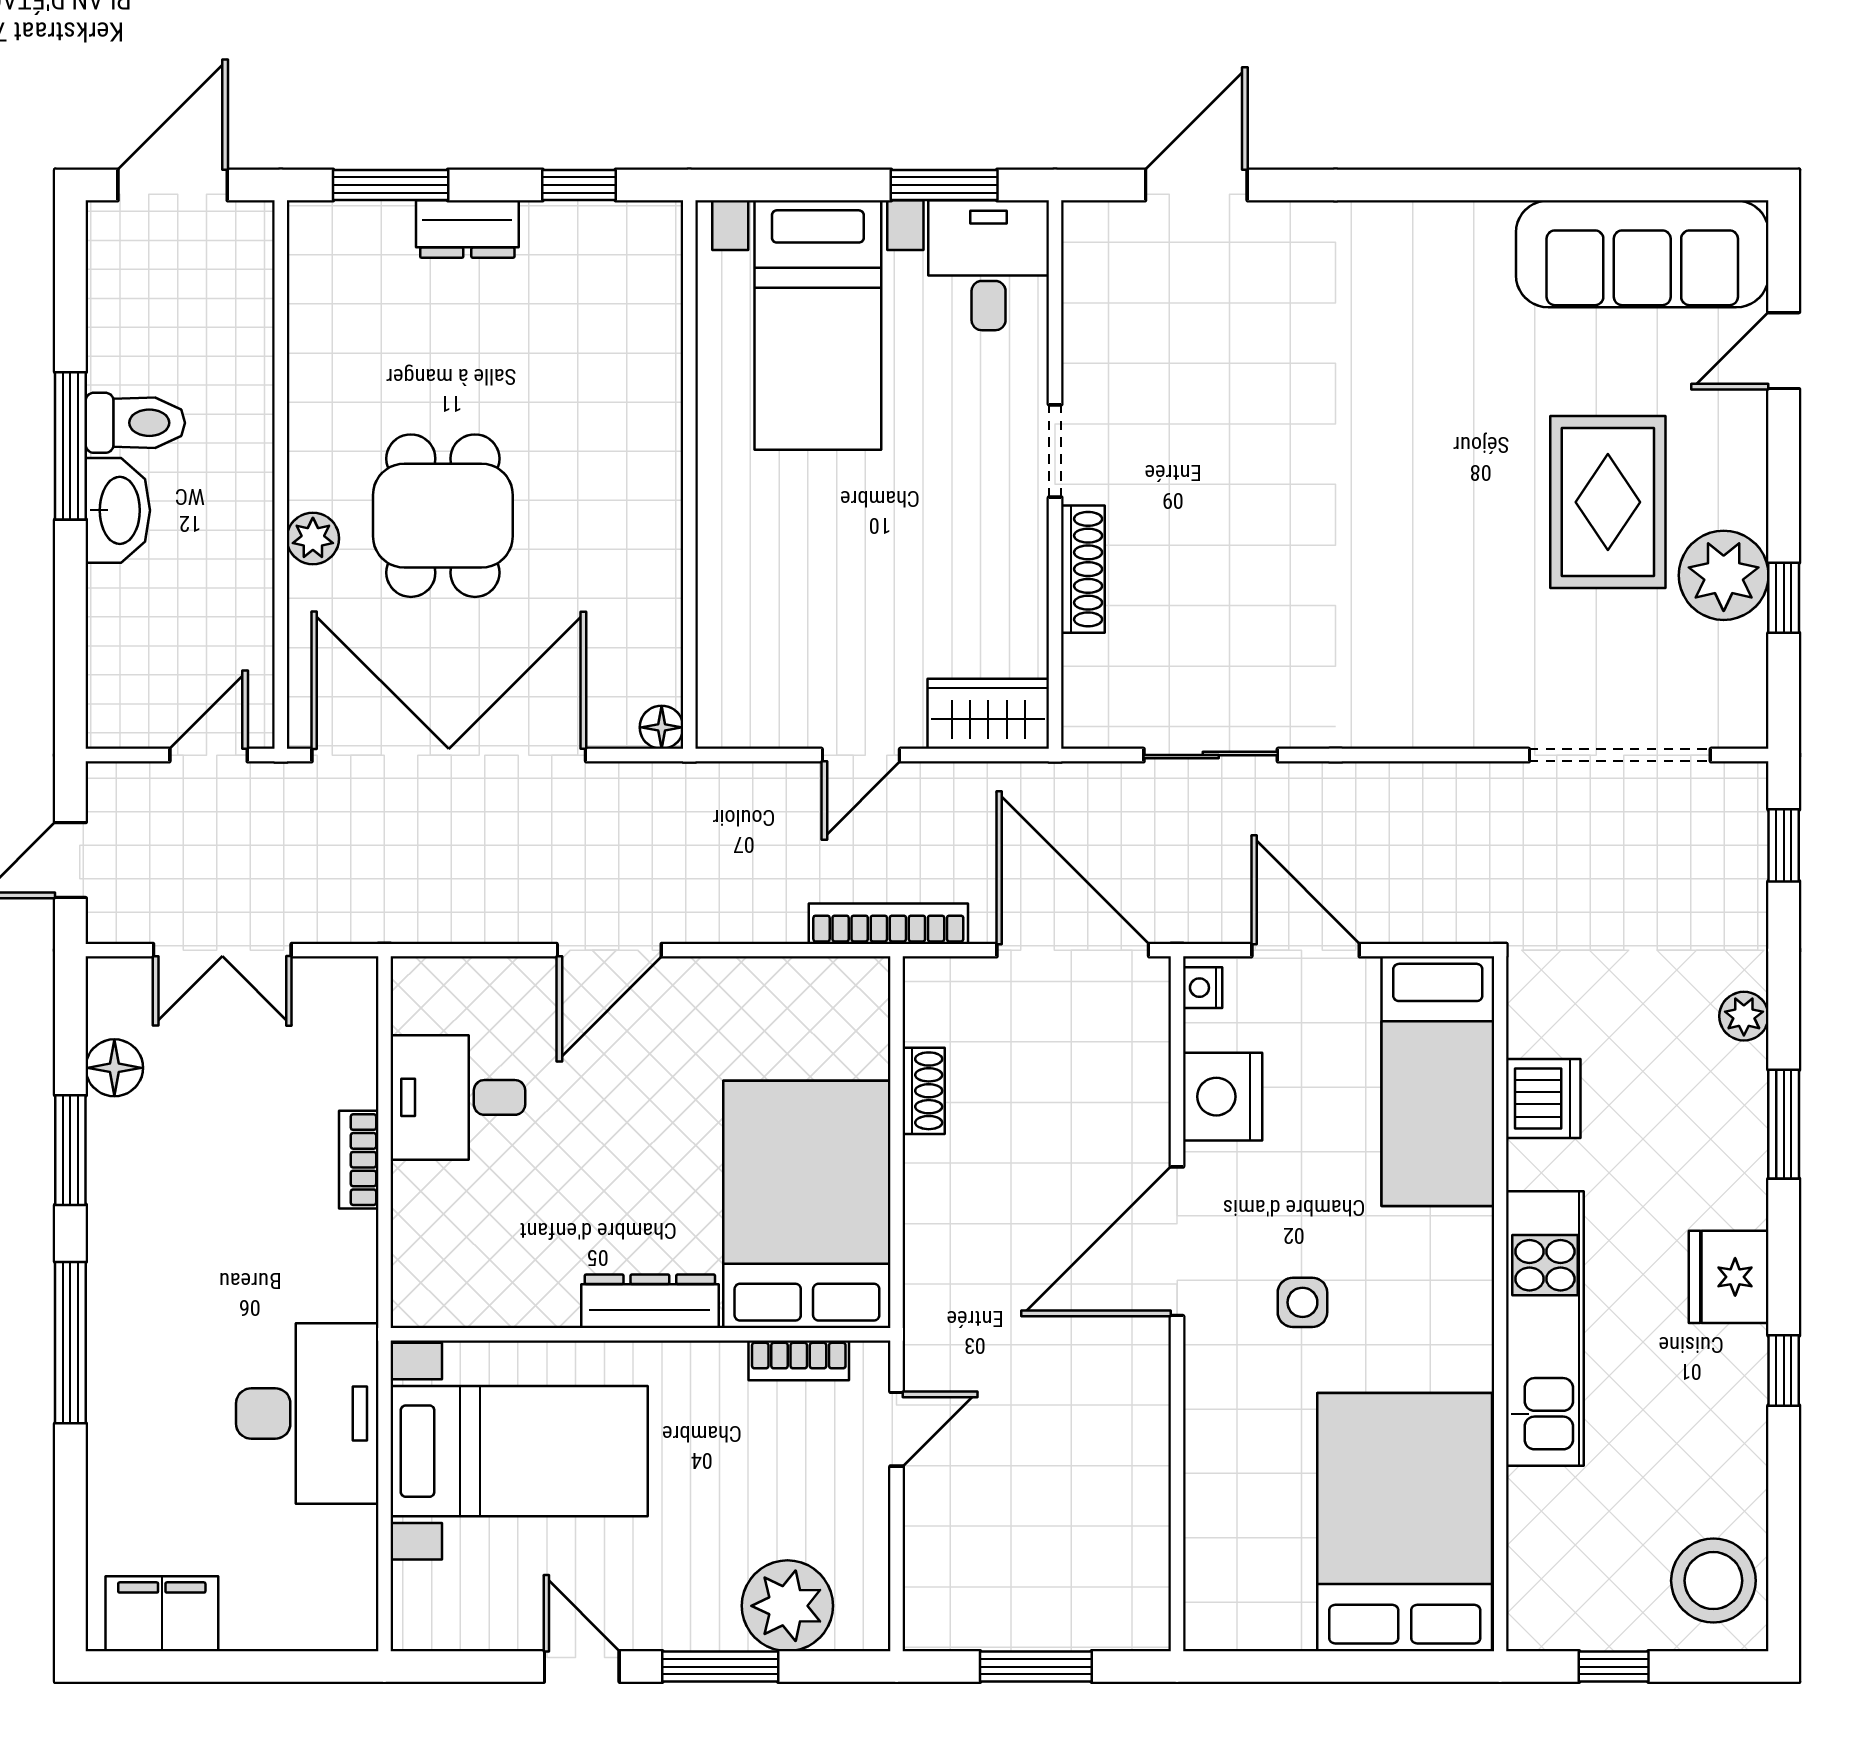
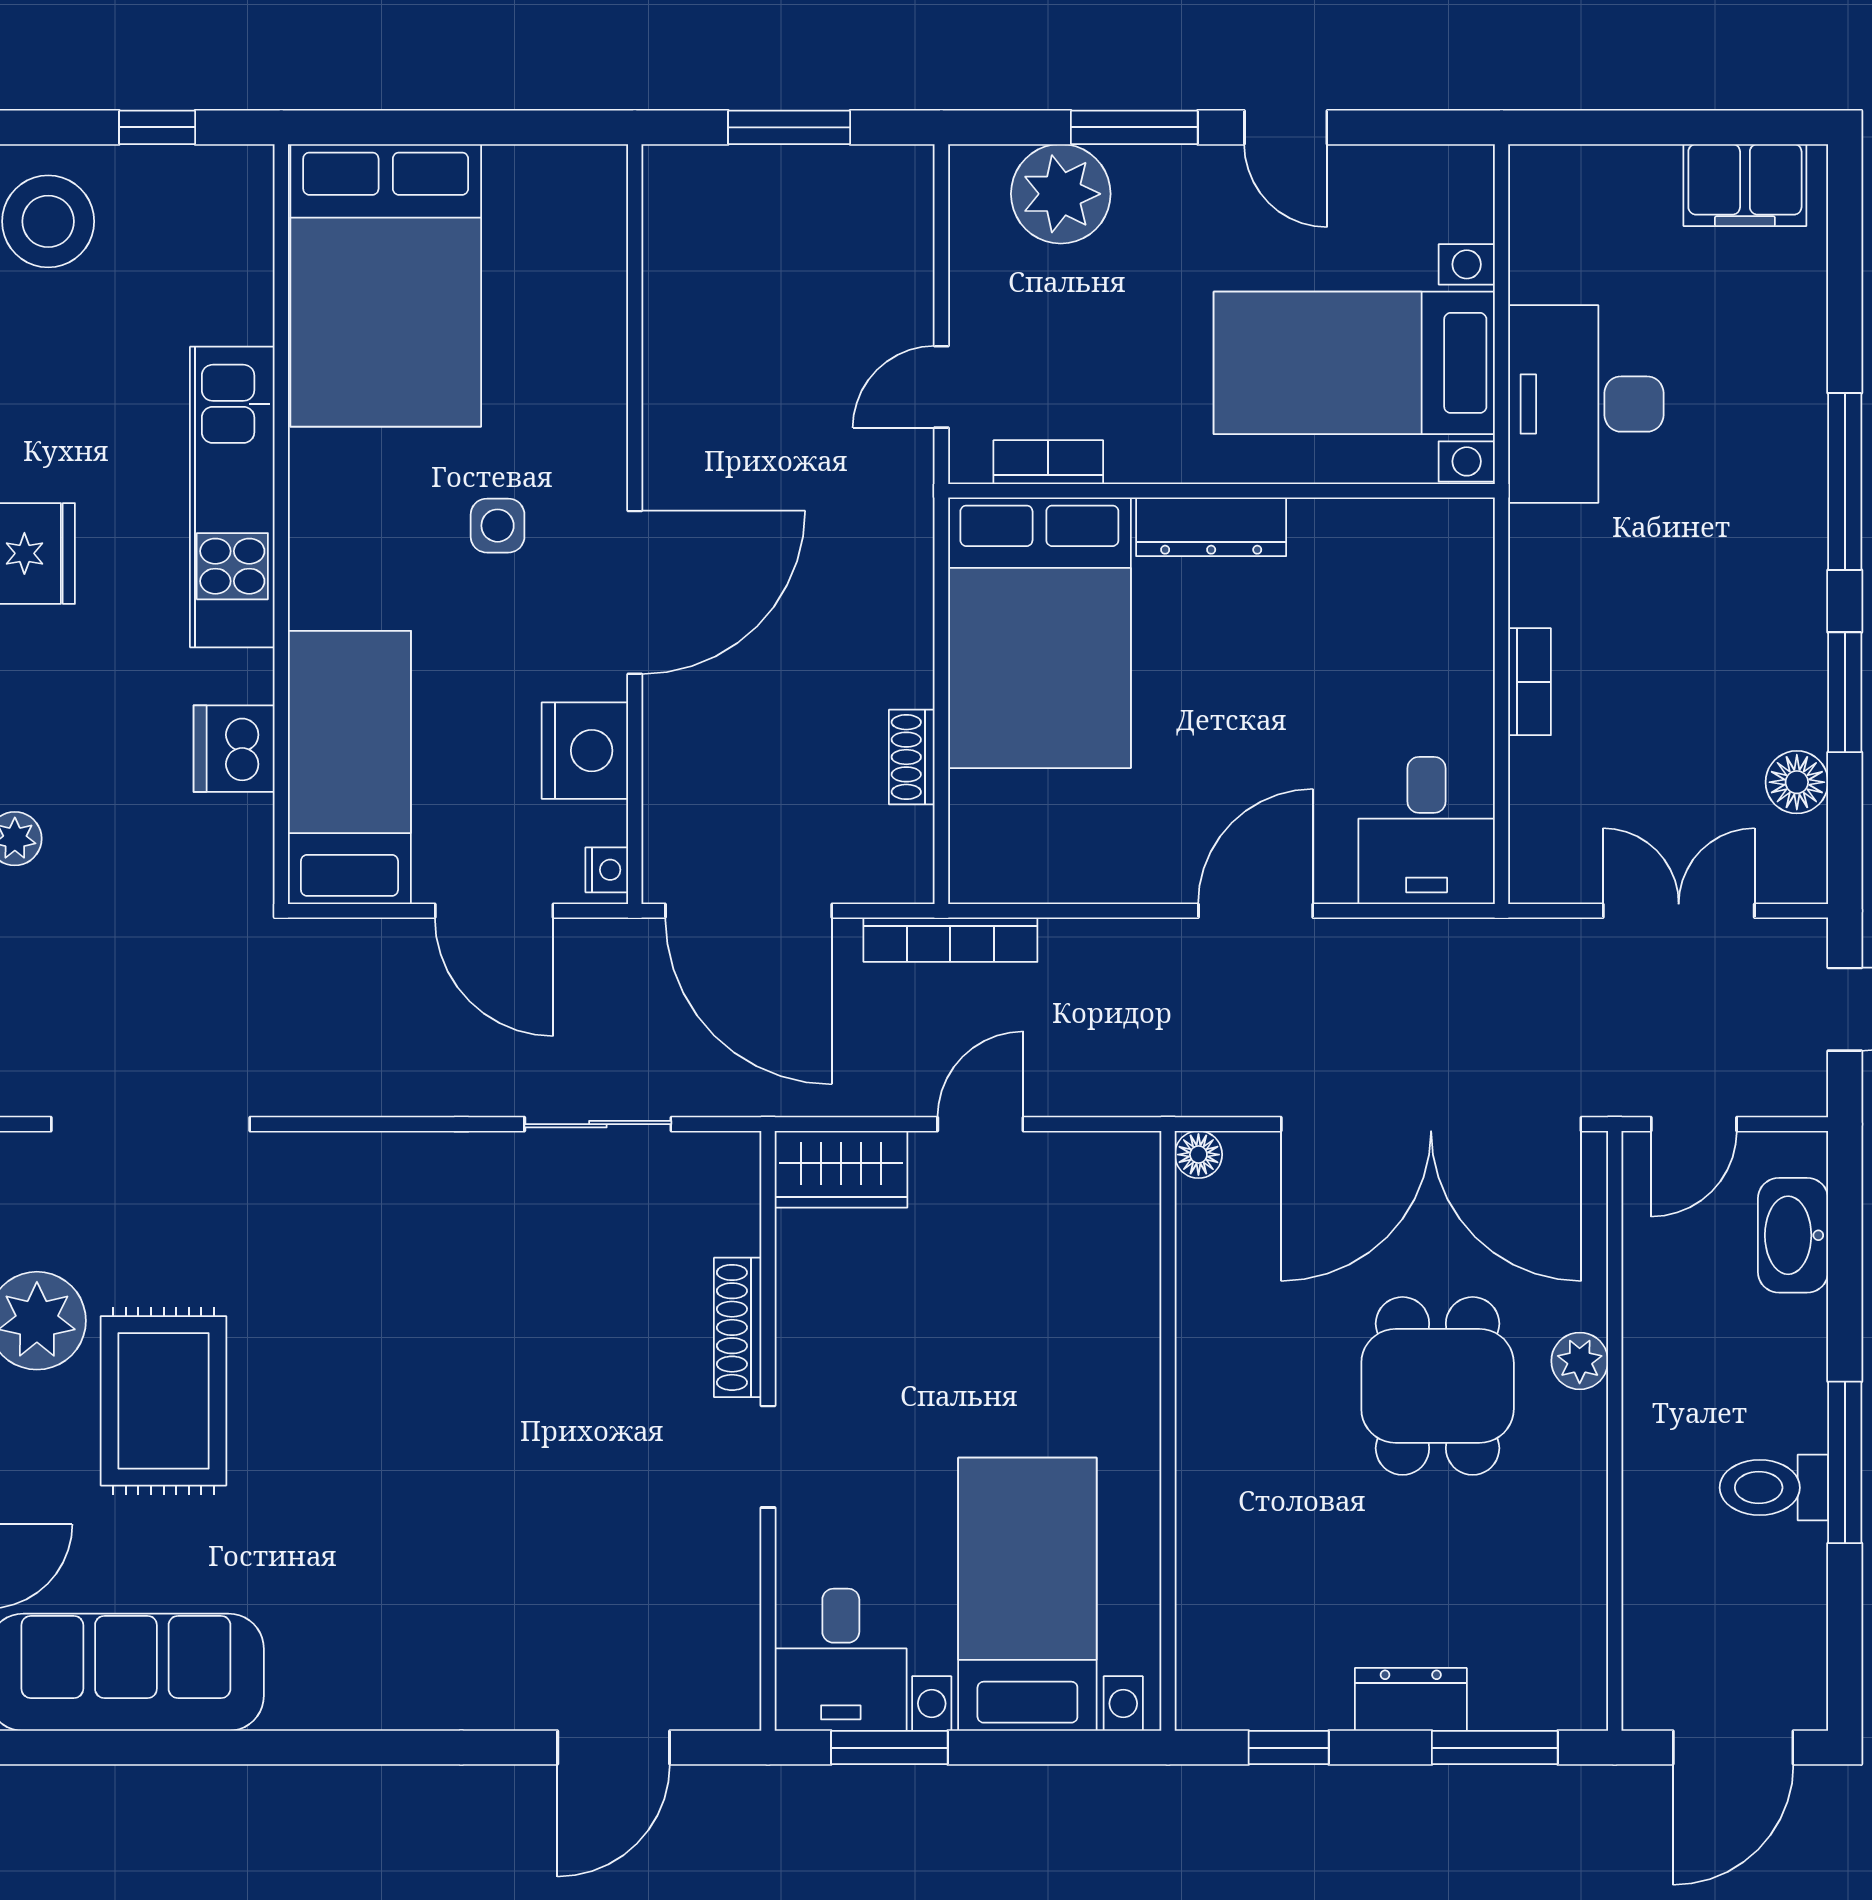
washbasin: (118, 510) -> (1793, 1235), moved
desk: (458, 1097) -> (1427, 831), moved, turned 90

